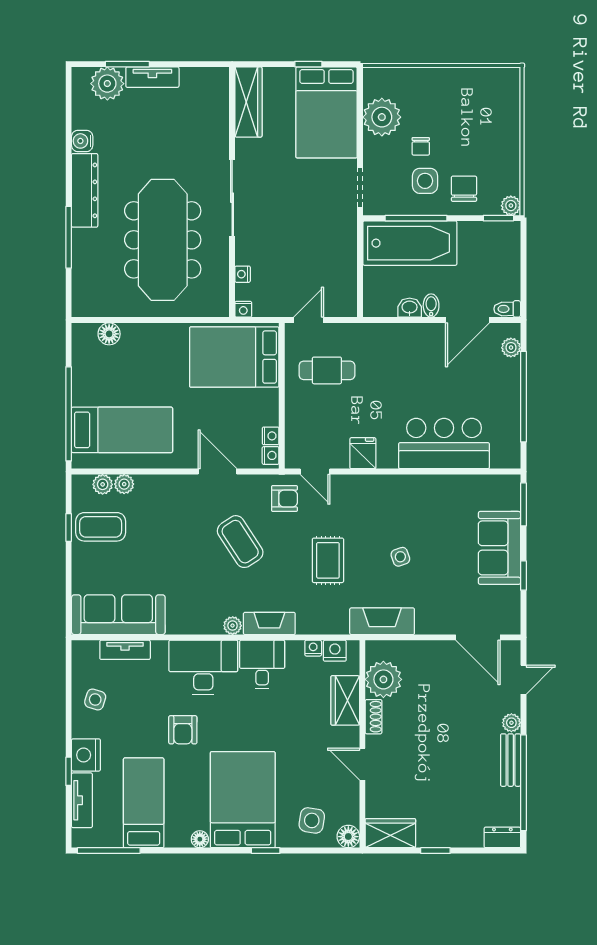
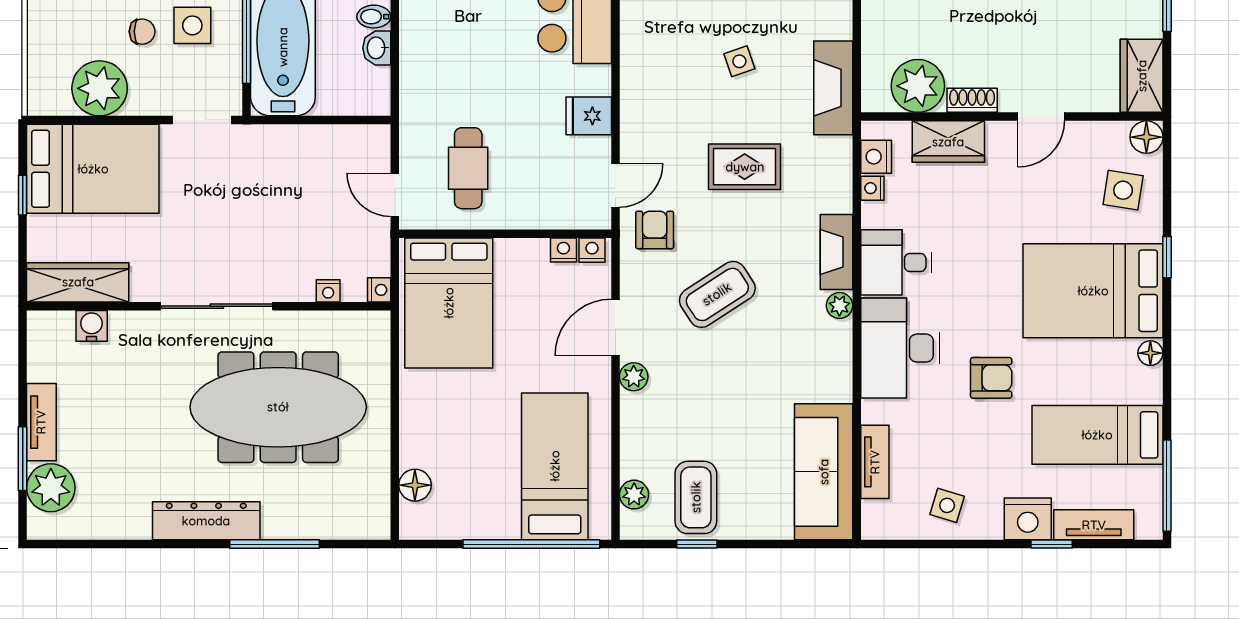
water cooler: (82, 141) -> (92, 326), moved, turned 180
plant: (124, 484) -> (634, 377), moved

